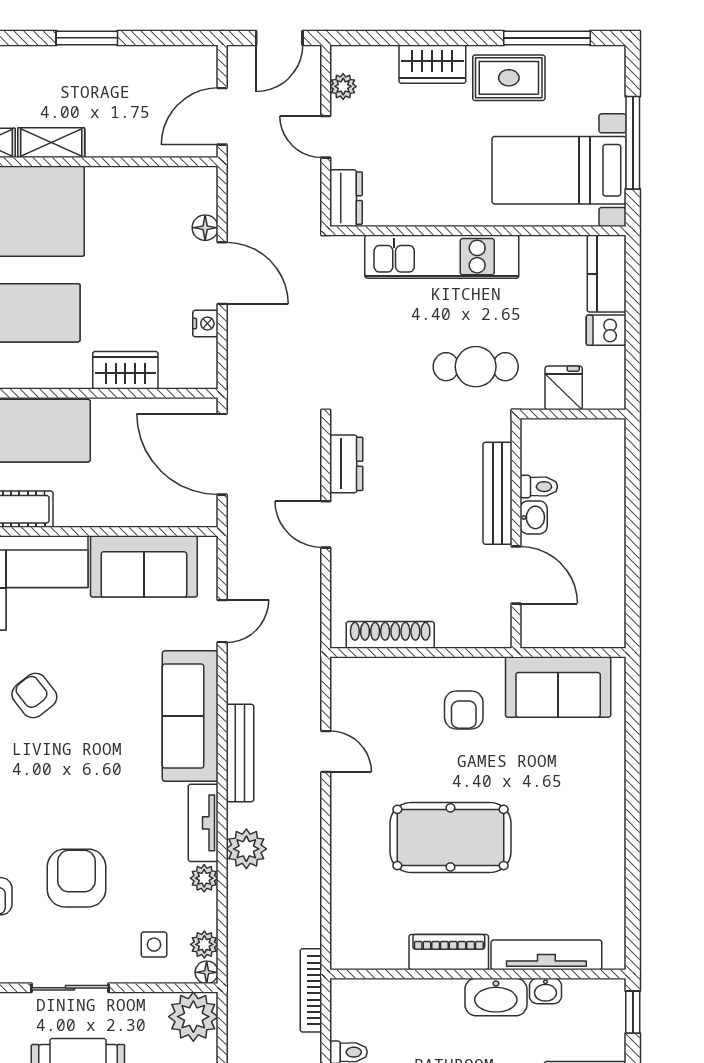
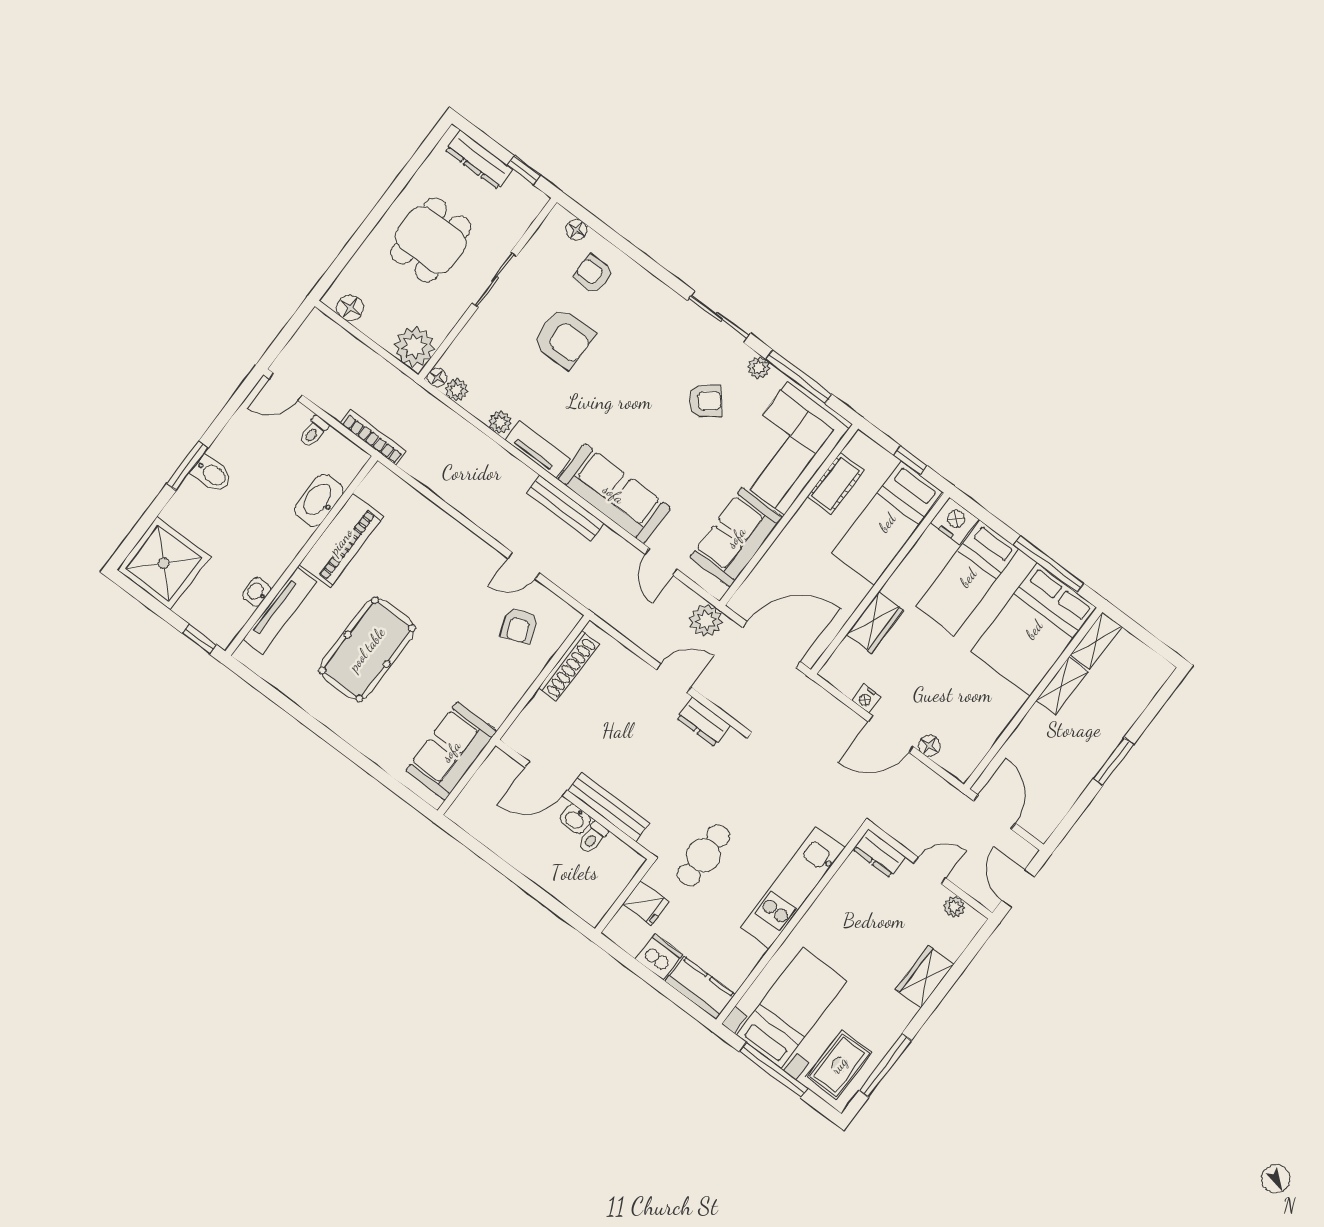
rug: (509, 78) -> (839, 1065), moved
dishwasher: (606, 330) -> (659, 957), width x1.38
armchair: (464, 710) -> (519, 626), moved, turned -111
pool table: (450, 837) -> (367, 649), moved
plant: (246, 849) -> (706, 620), moved
side table: (154, 945) -> (481, 356), removed
piano: (449, 952) -> (341, 541), width x1.37, depth x1.33
washbasin: (496, 997) -> (319, 500), moved

